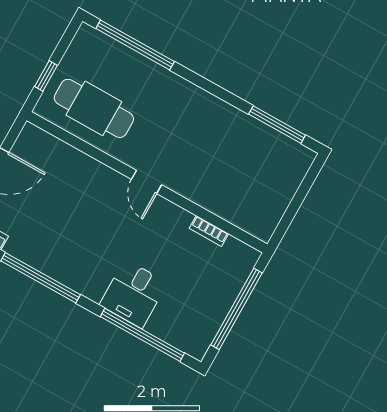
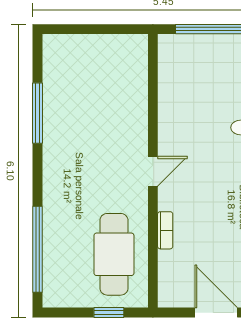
window: (277, 125) -> (38, 113), moved
bookcase: (209, 231) -> (165, 230), moved

